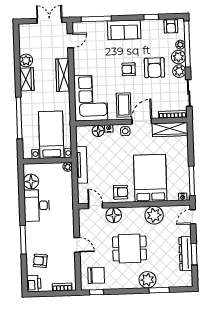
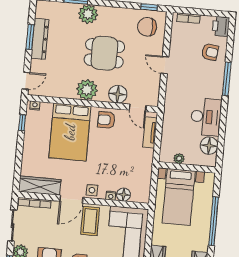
tv unit: (82, 165) -> (150, 133), moved, width x0.71
plant: (68, 167) -> (179, 159), moved
window: (192, 181) -> (22, 123), width x0.46
plant: (154, 215) -> (87, 90), moved

